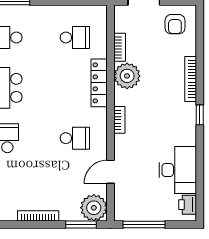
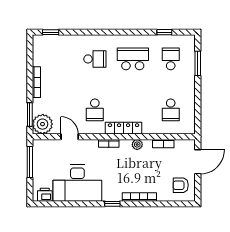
plant: (127, 76) -> (137, 145), width x0.53, depth x0.53
locker: (99, 83) -> (124, 128), moved
desk: (178, 170) -> (77, 183), width x1.36, depth x1.30

